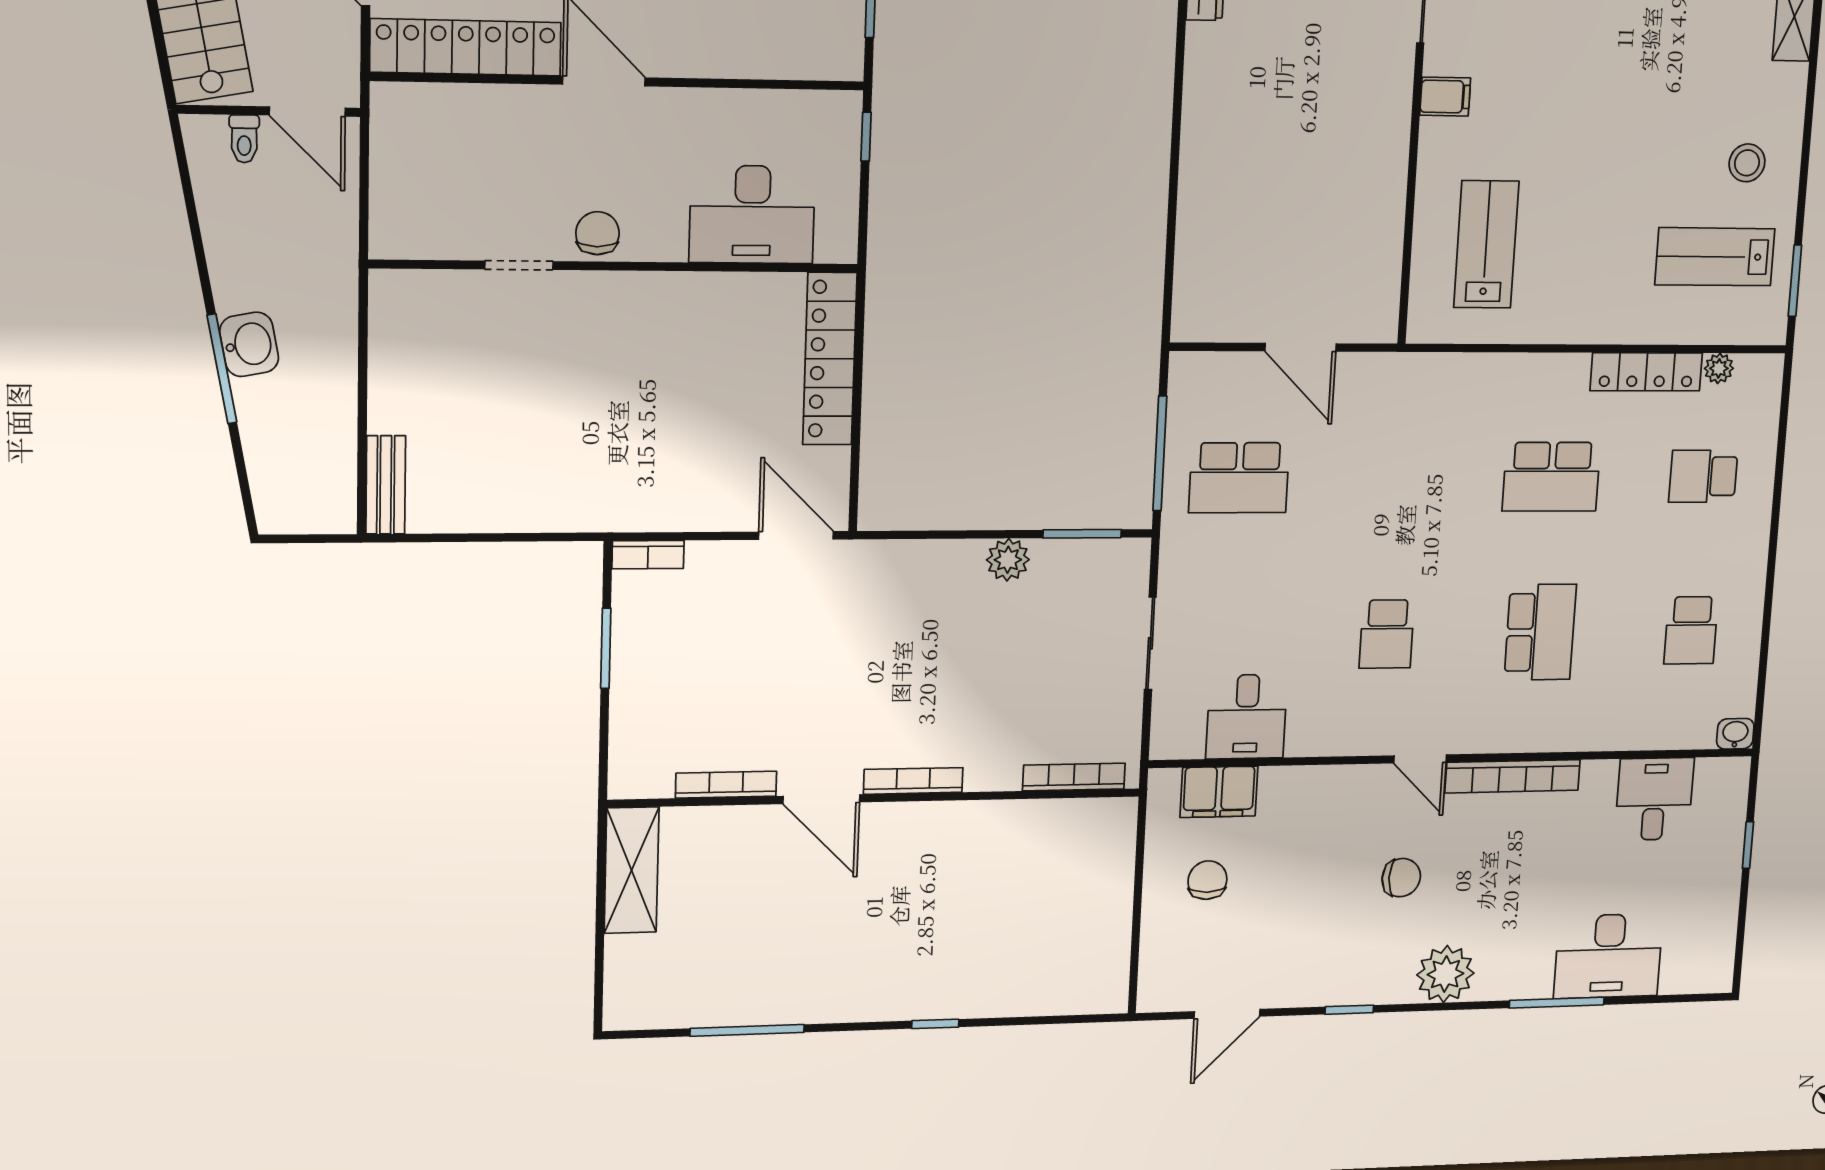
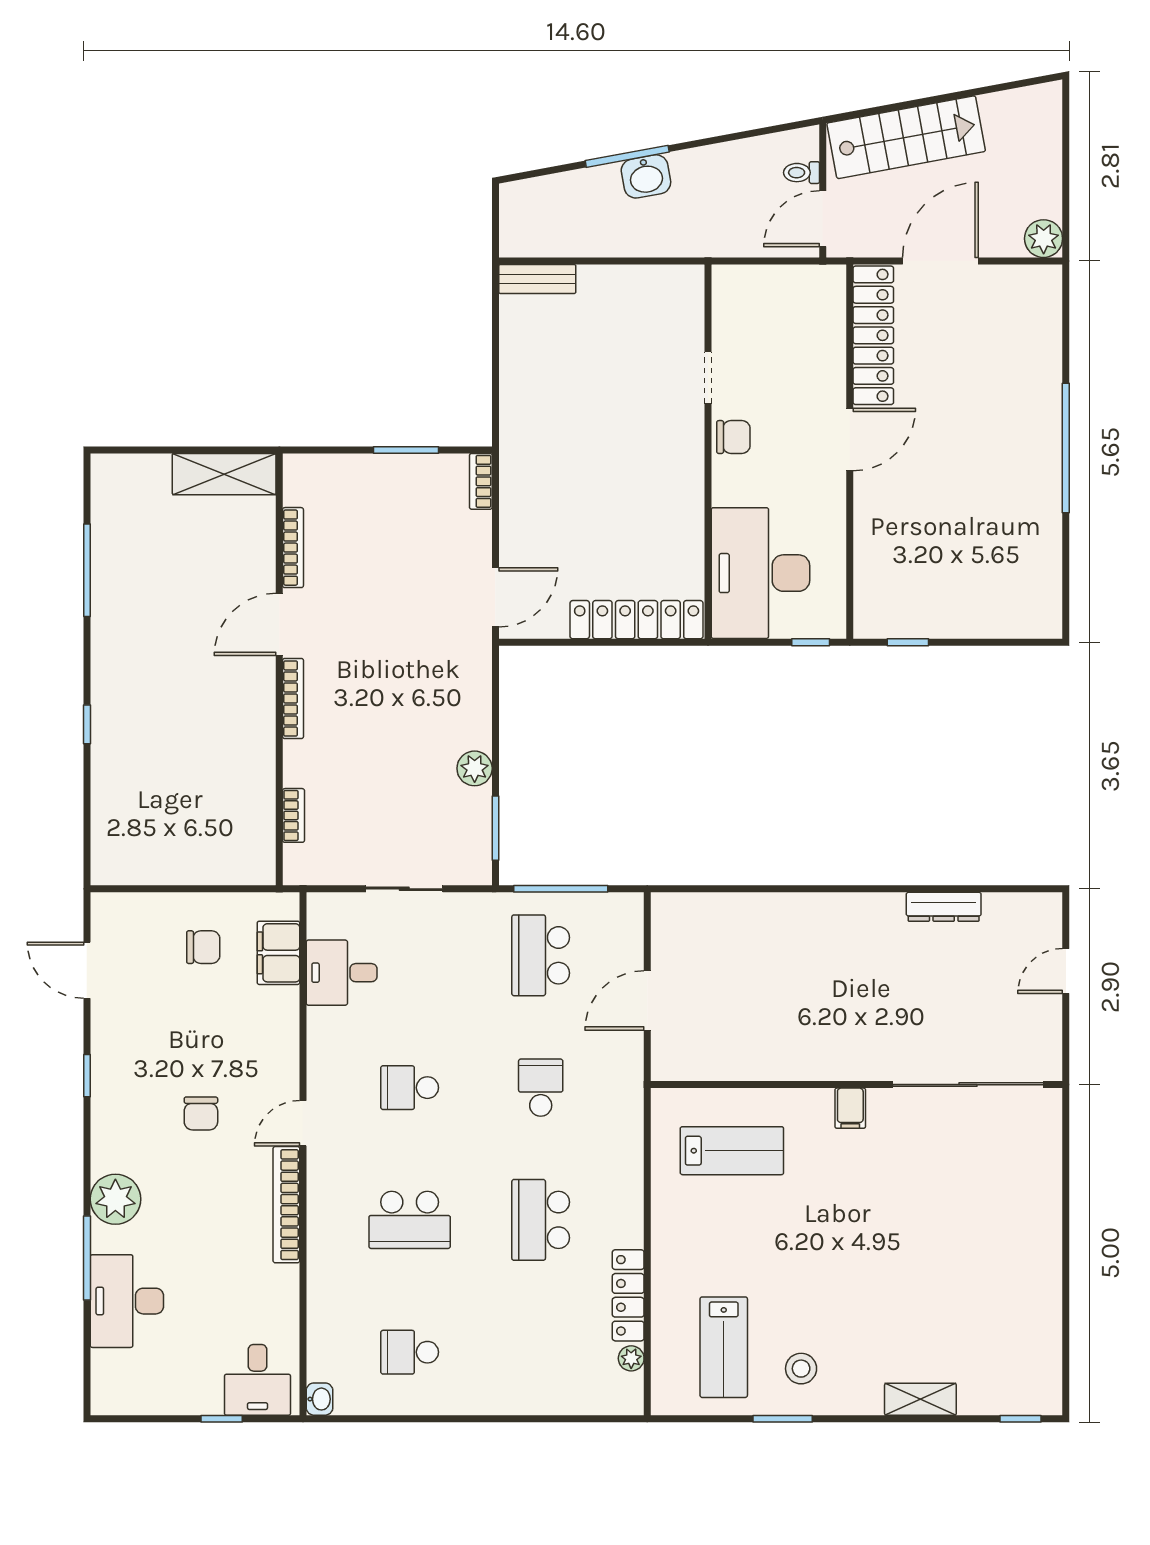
desk: (752, 214) -> (761, 573), width x1.36, depth x1.30
lab bench: (1715, 257) -> (724, 1347), turned 180
window: (1795, 281) -> (783, 1419), moved
school desk: (1703, 476) -> (541, 1088), moved
bookcase: (1074, 777) -> (294, 815), width x0.64
desk: (1654, 799) -> (258, 1380), moved, turned 90
plant: (1445, 974) -> (115, 1199), moved

